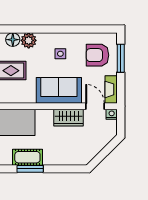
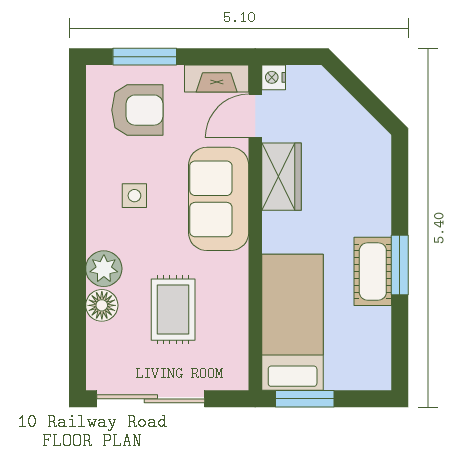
armchair: (97, 55) -> (137, 110), turned -90

